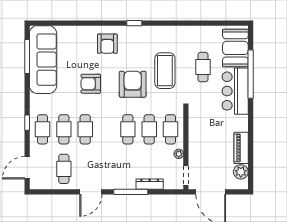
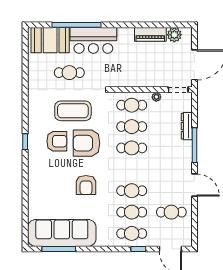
armchair: (107, 44) -> (57, 141), moved
window: (27, 123) -> (138, 249), moved

